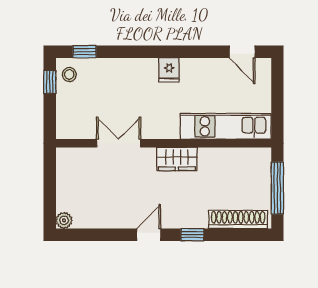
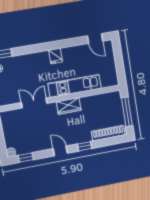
kitchen unit: (226, 126) -> (75, 86), moved
window: (87, 235) -> (26, 158), added
door: (149, 235) -> (60, 151), hinge flipped

